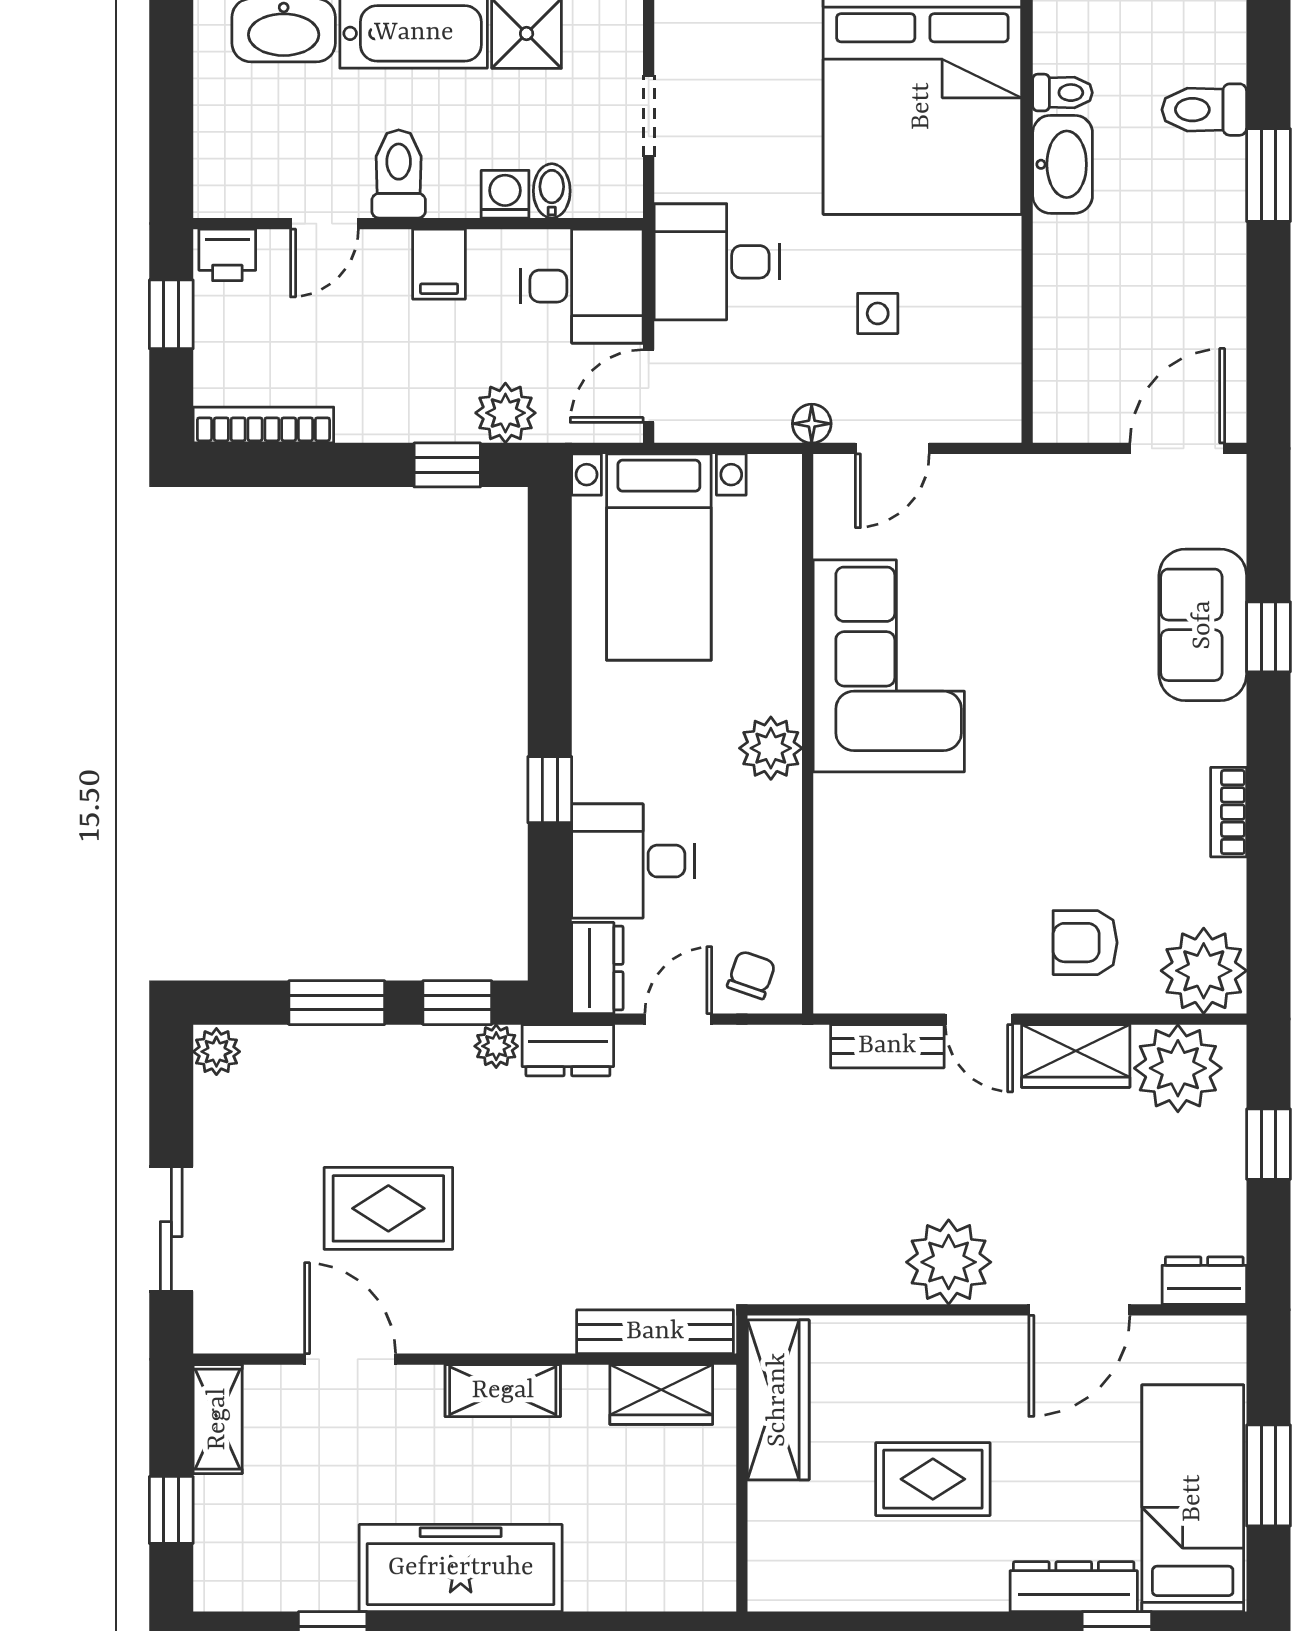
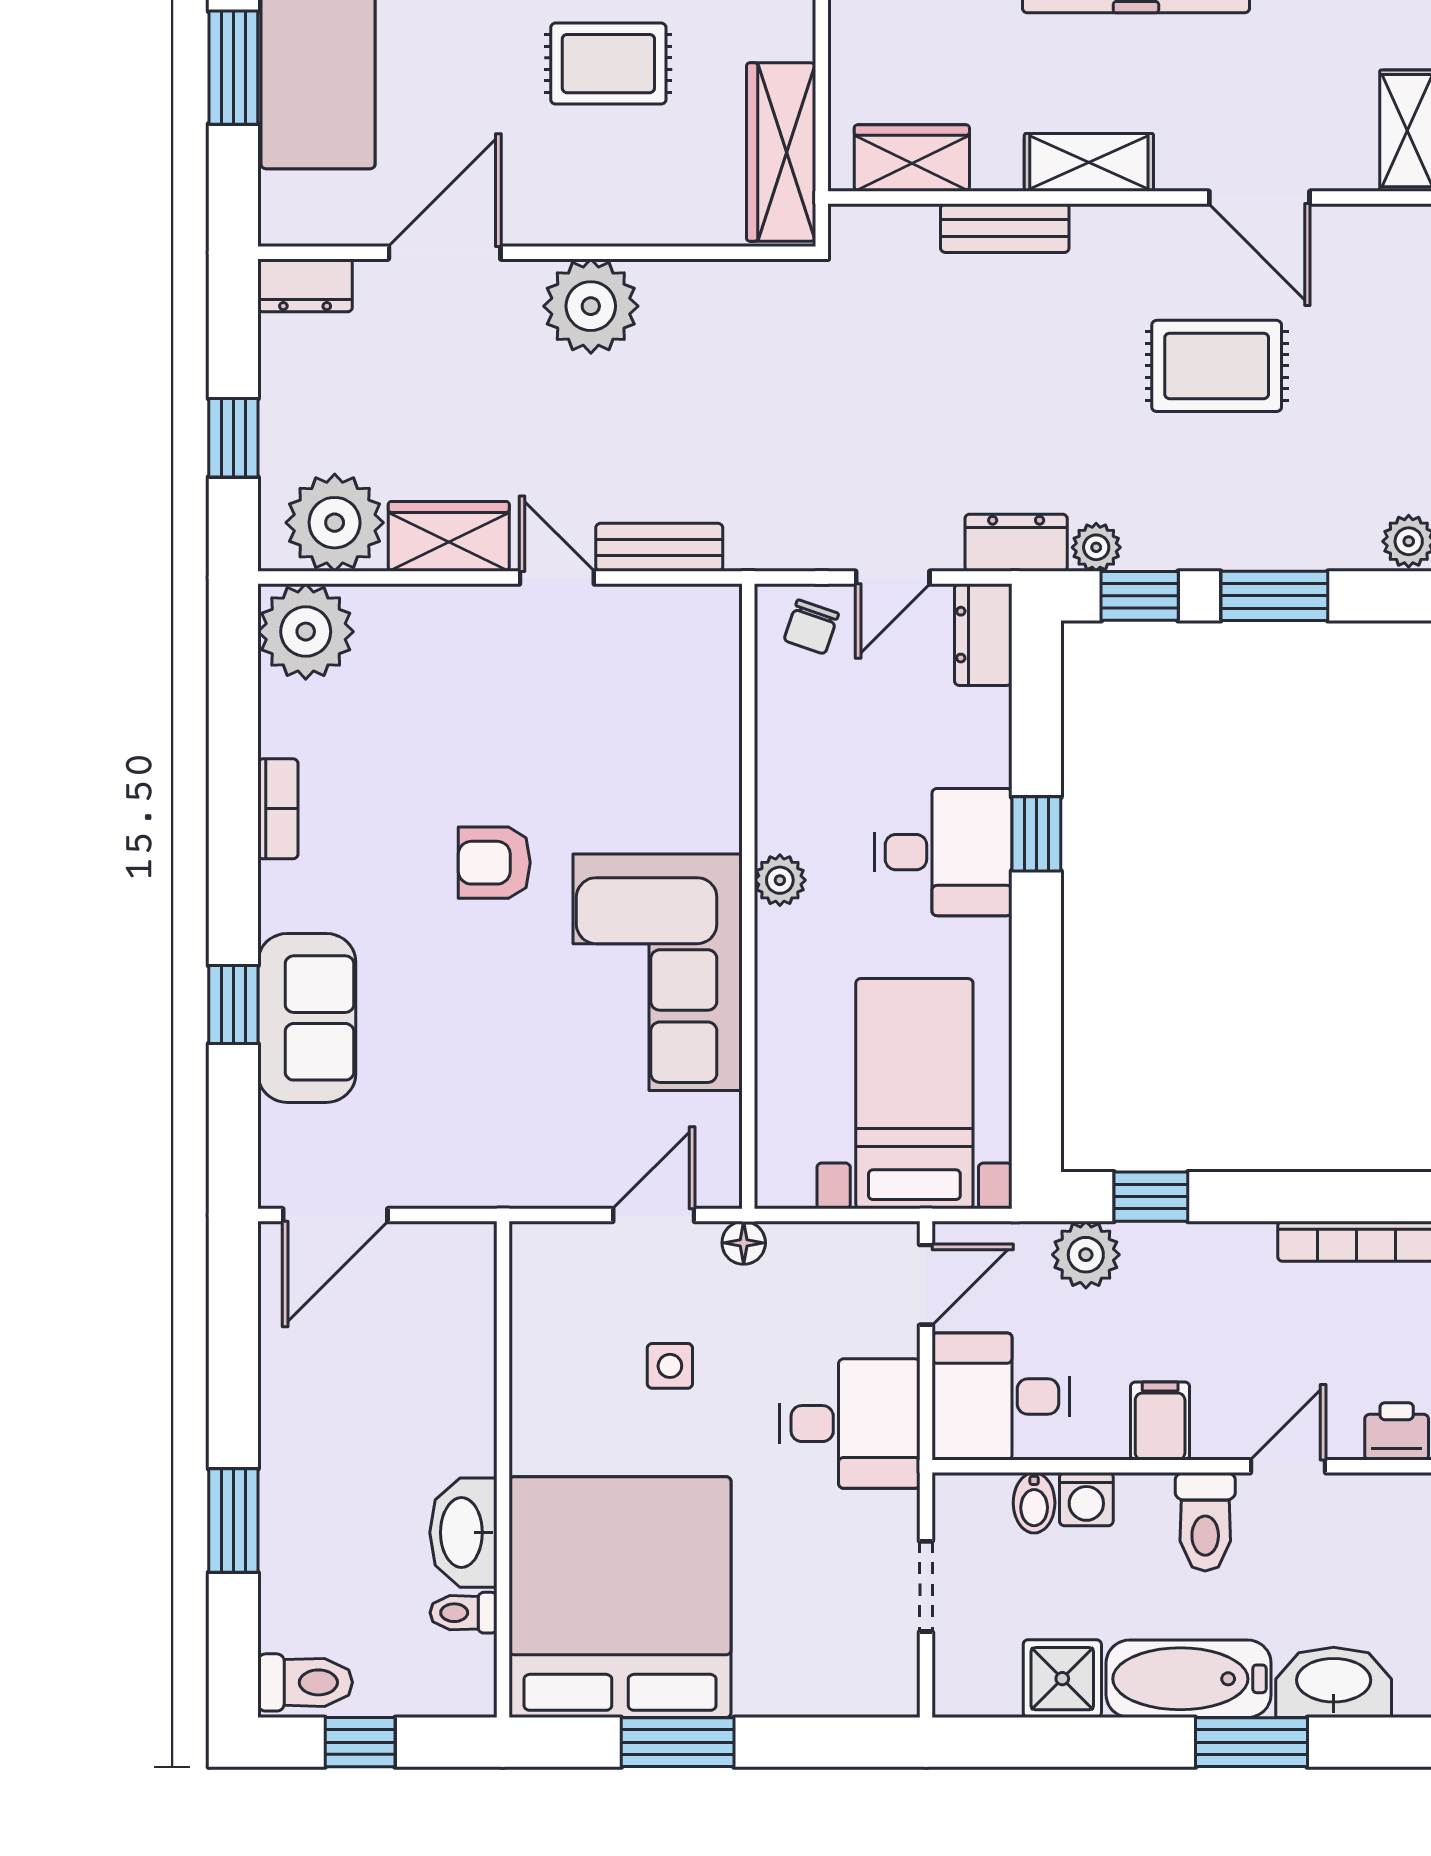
toilet: (1204, 110) -> (305, 1682), moved
plant: (771, 748) -> (780, 880), width x0.73, depth x0.73
desk: (633, 861) -> (943, 852), moved
armchair: (1085, 943) -> (494, 863), moved, turned 180
bench: (655, 1332) -> (1005, 228), moved, width x0.73

